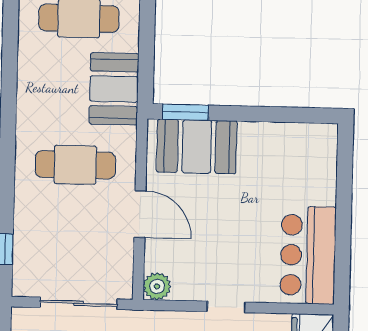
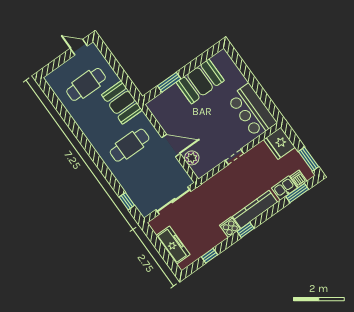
window: (185, 112) -> (169, 82), moved
booth: (197, 147) -> (200, 81), moved
plant: (157, 286) -> (192, 158), moved

